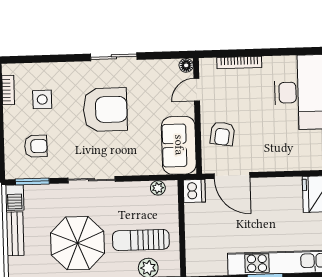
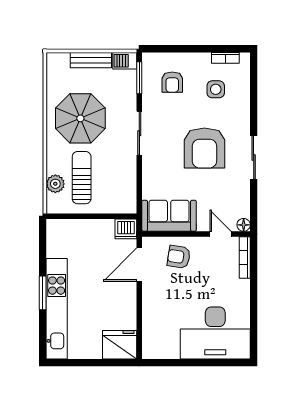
bookcase: (239, 63) -> (245, 258), moved
plant: (158, 188) -> (130, 195), removed

